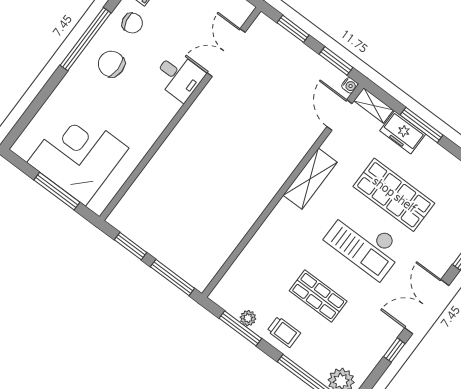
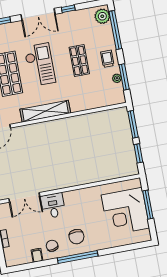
shelving: (310, 179) -> (45, 111), width x1.47

